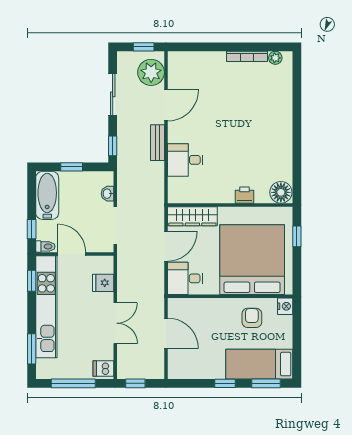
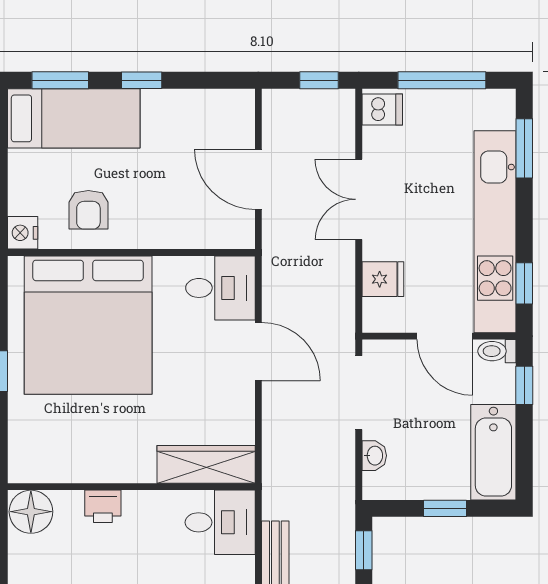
floor lamp: (281, 192) -> (31, 512), moved
printer: (245, 195) -> (103, 506), moved
wall: (230, 205) -> (131, 487), moved
wardrobe: (192, 216) -> (206, 464), moved
door: (166, 246) -> (258, 352), swing flipped

